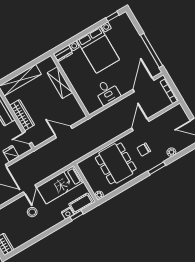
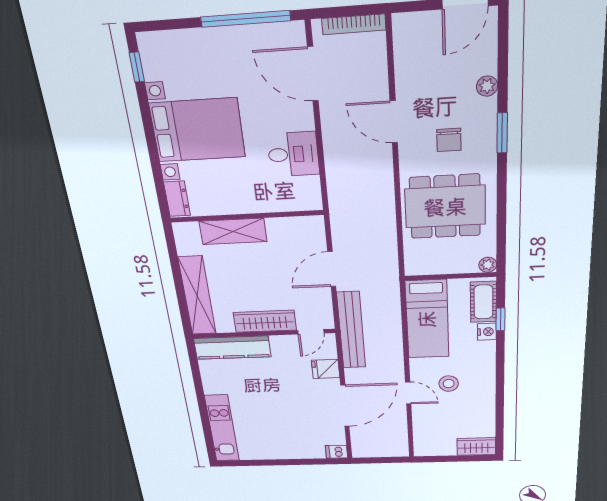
bench: (37, 155) -> (351, 330), added
door: (30, 190) -> (408, 393), moved

